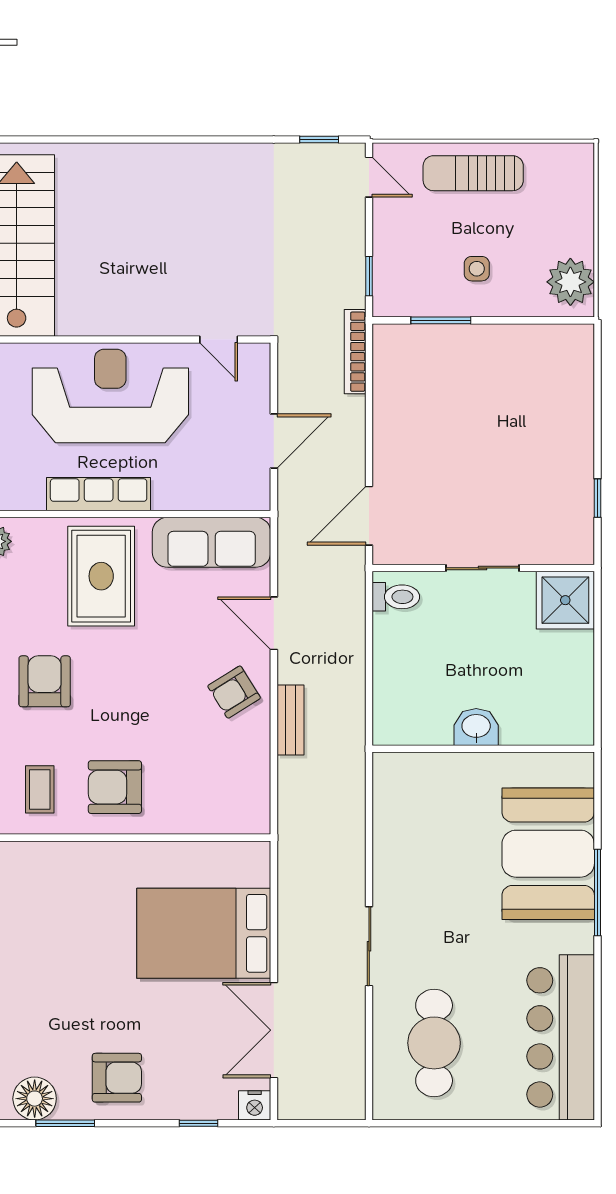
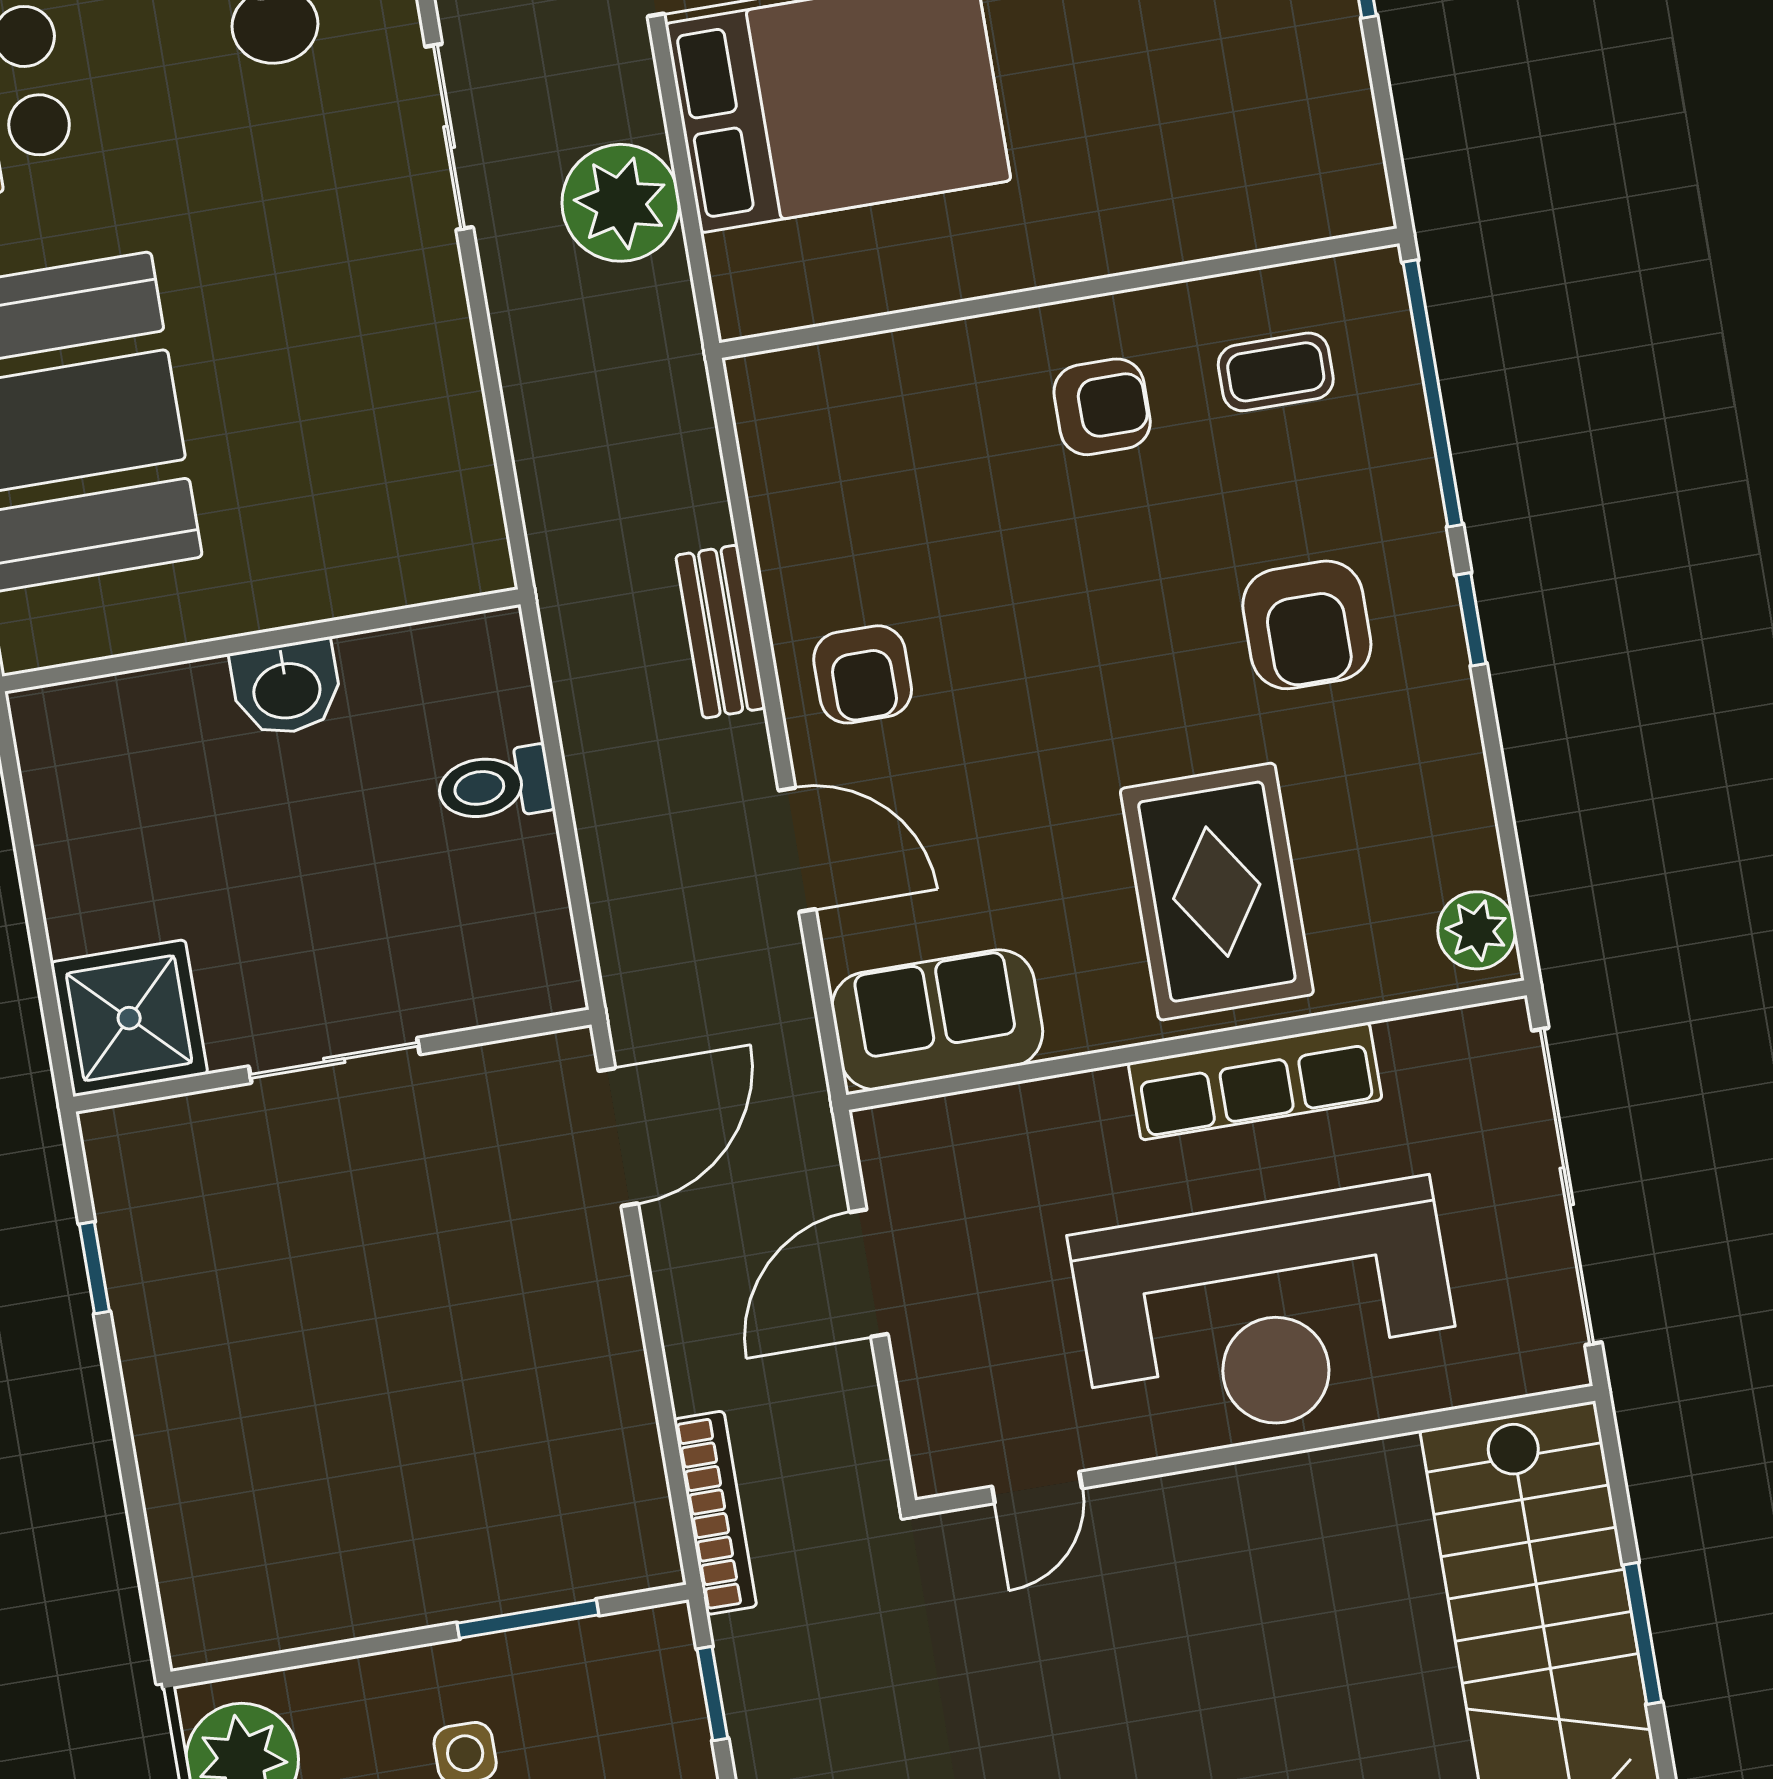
door: (219, 339) -> (1037, 1487), swing flipped
sofa: (212, 542) -> (937, 1020), width x0.73
toilet: (396, 597) -> (495, 785), moved
armchair: (234, 692) -> (863, 674), turned 122
armchair: (115, 787) -> (1102, 407), width x0.72, depth x0.72
coffee table: (40, 789) -> (1276, 372), turned 90
plant: (302, 907) -> (621, 203), added

